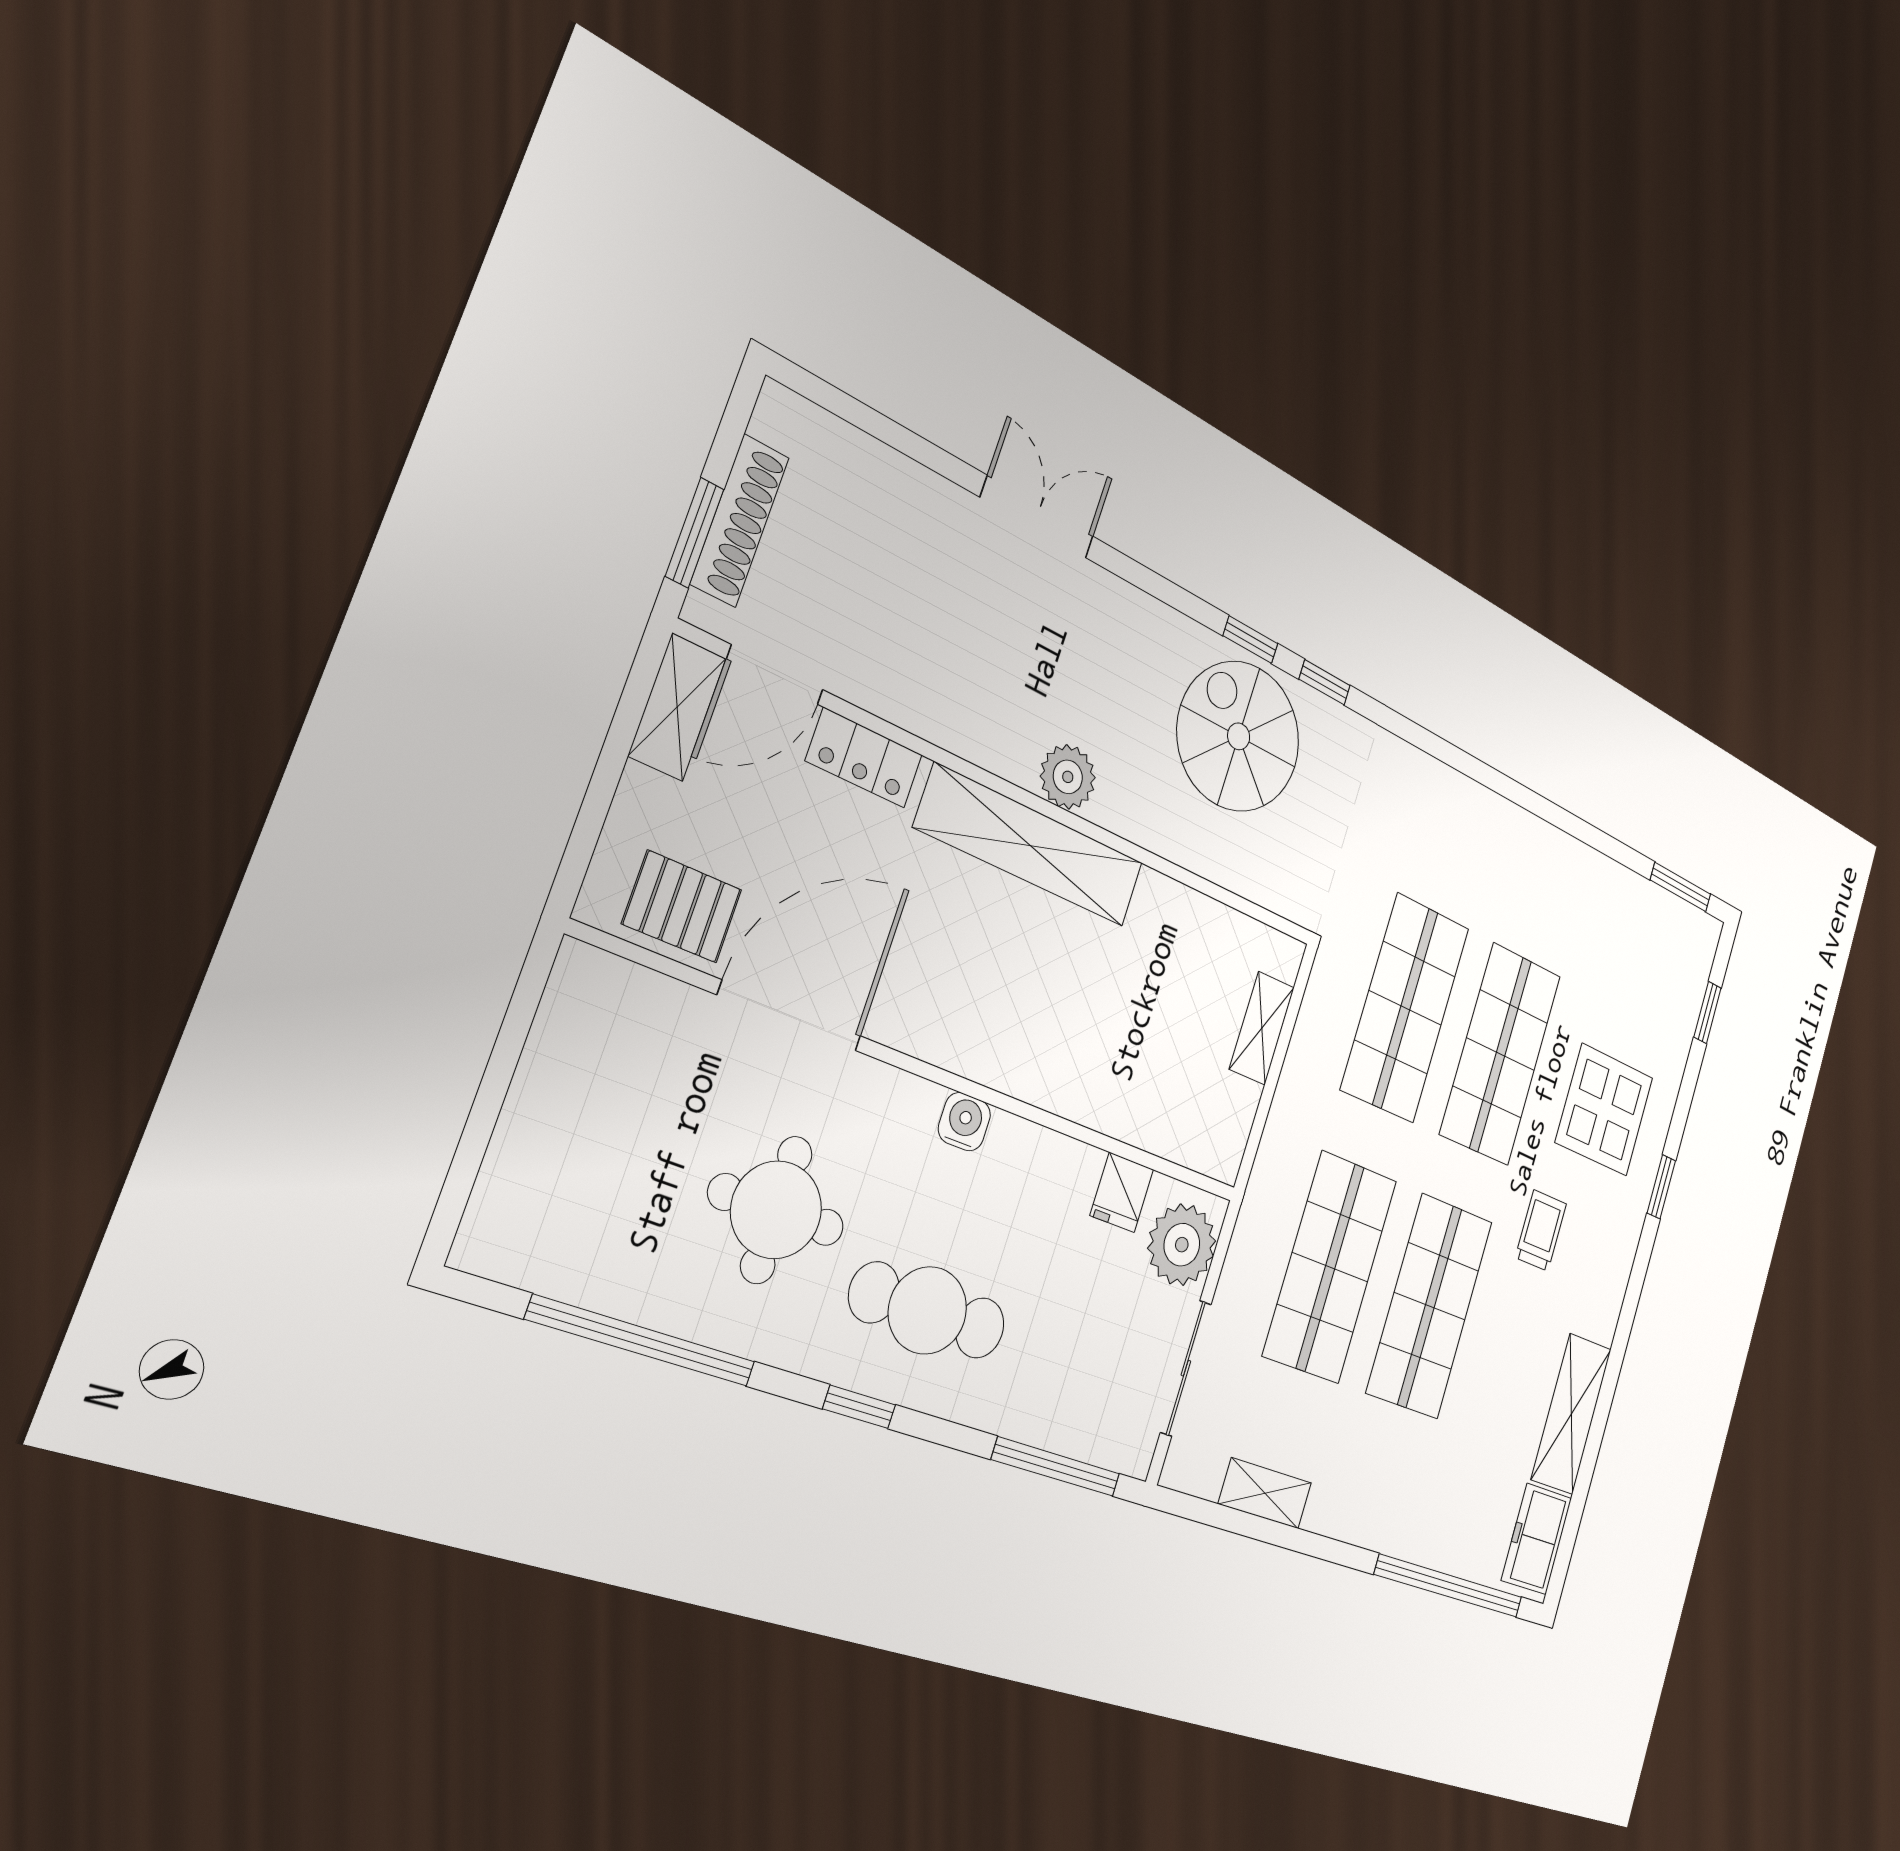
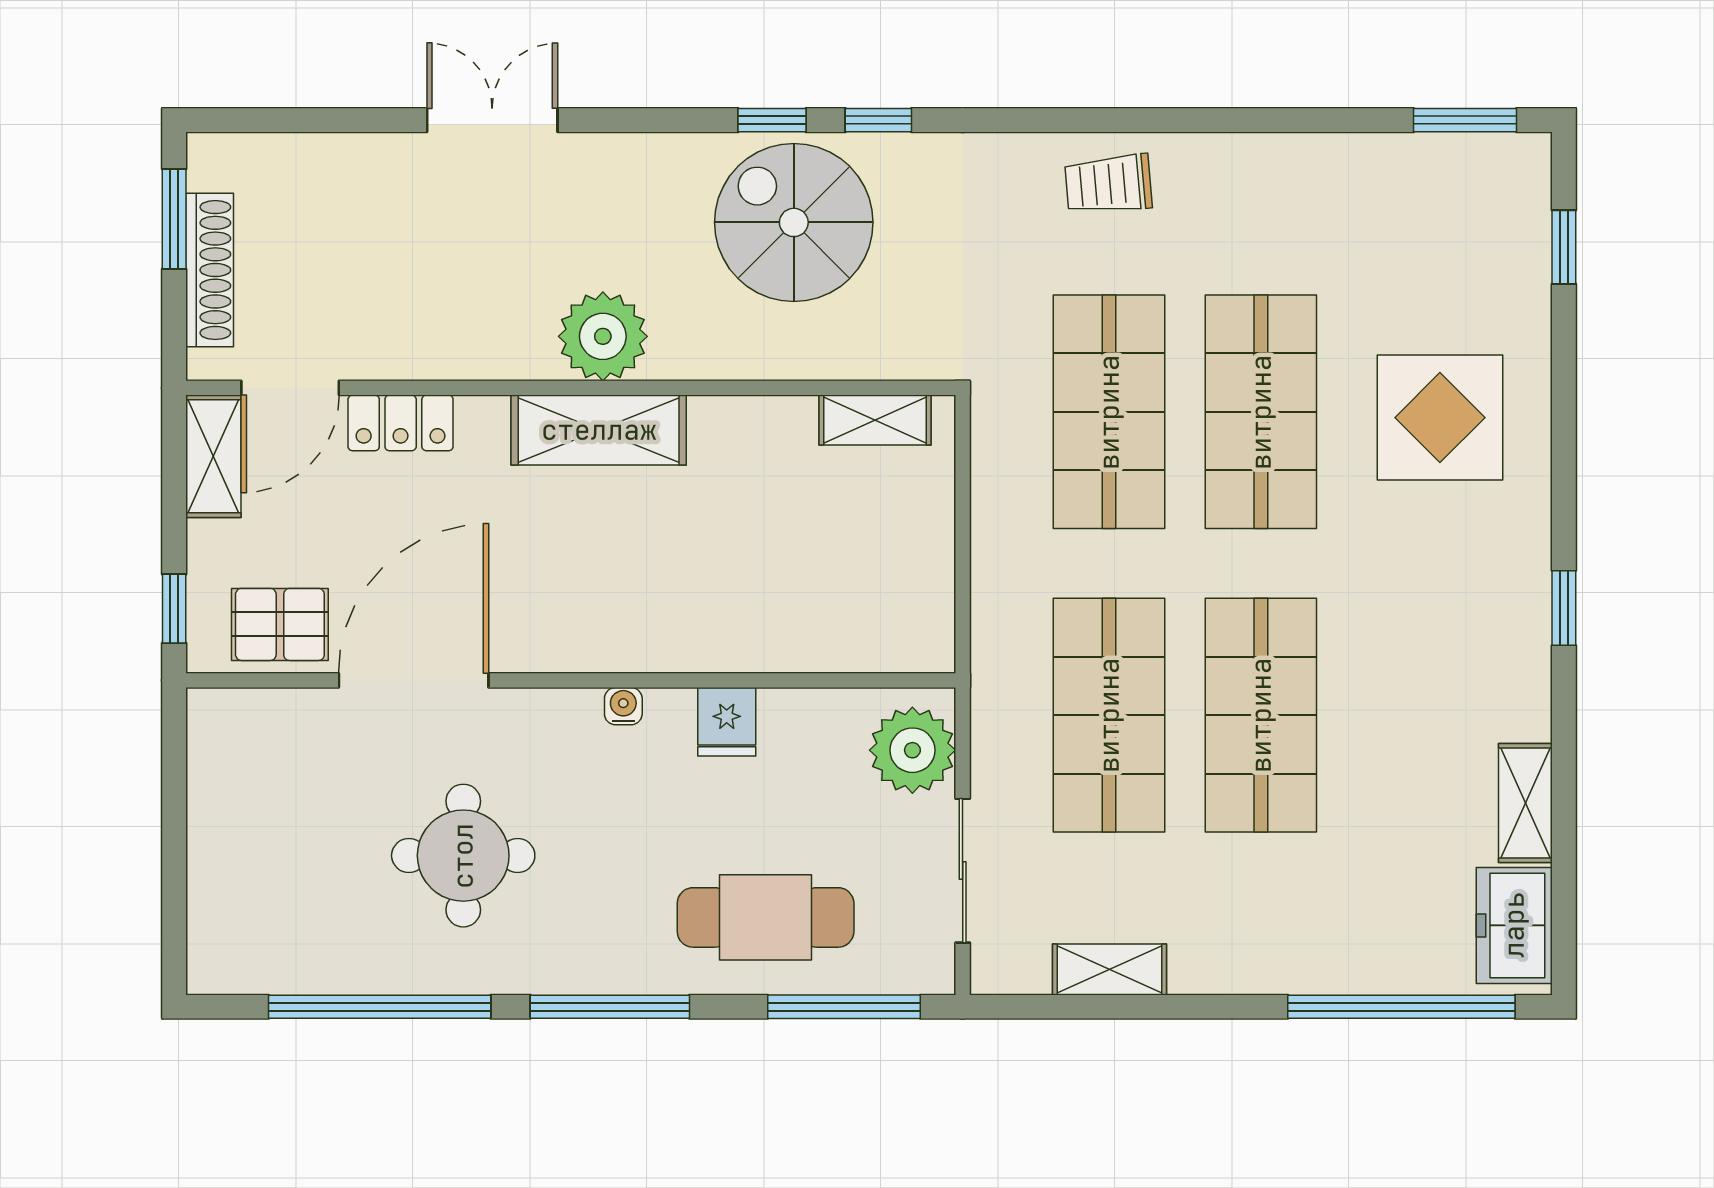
window: (695, 533) -> (174, 219), moved
plant: (1068, 777) -> (603, 336), width x1.36, depth x1.36
window: (581, 845) -> (174, 609), added
shelving: (1031, 846) -> (599, 430), width x0.68
shelving: (1262, 1028) -> (875, 420), moved, turned 90
water cooler: (964, 1122) -> (623, 706), width x0.72, depth x0.72
window: (1661, 1187) -> (1564, 608), moved
fridge: (1122, 1192) -> (727, 722), moved
trolley: (1541, 1231) -> (1108, 184), moved, turned -95
cafe table: (928, 1310) -> (766, 917), moved
window: (859, 1407) -> (610, 1007), width x2.17
shelving: (1571, 1414) -> (1525, 803), width x0.67, depth x0.75

